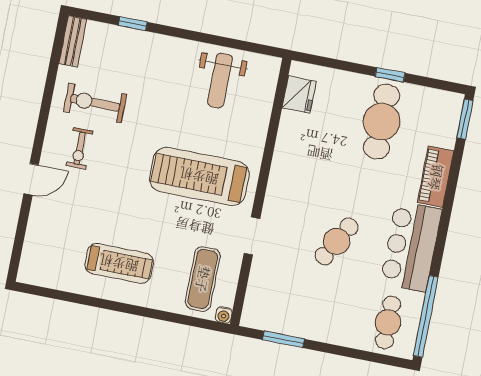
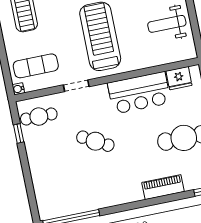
bar counter: (411, 246) -> (139, 93), moved, turned 180
cafe table: (388, 322) -> (39, 117), moved
window: (283, 339) -> (19, 133), width x0.67

